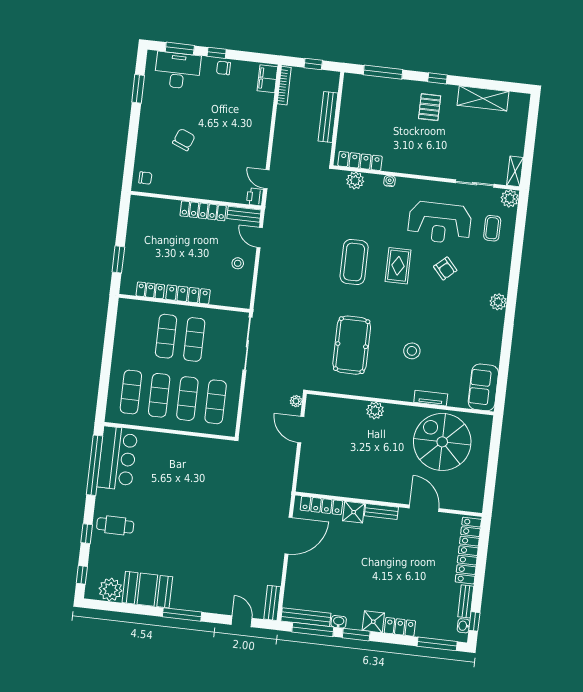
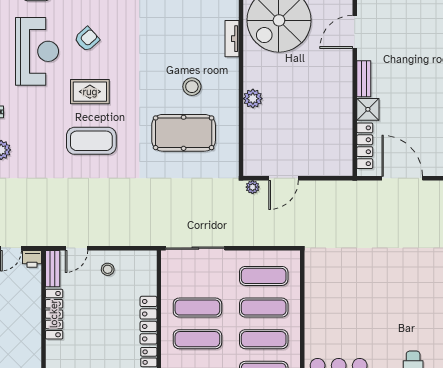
stool: (412, 351) -> (192, 87), moved

